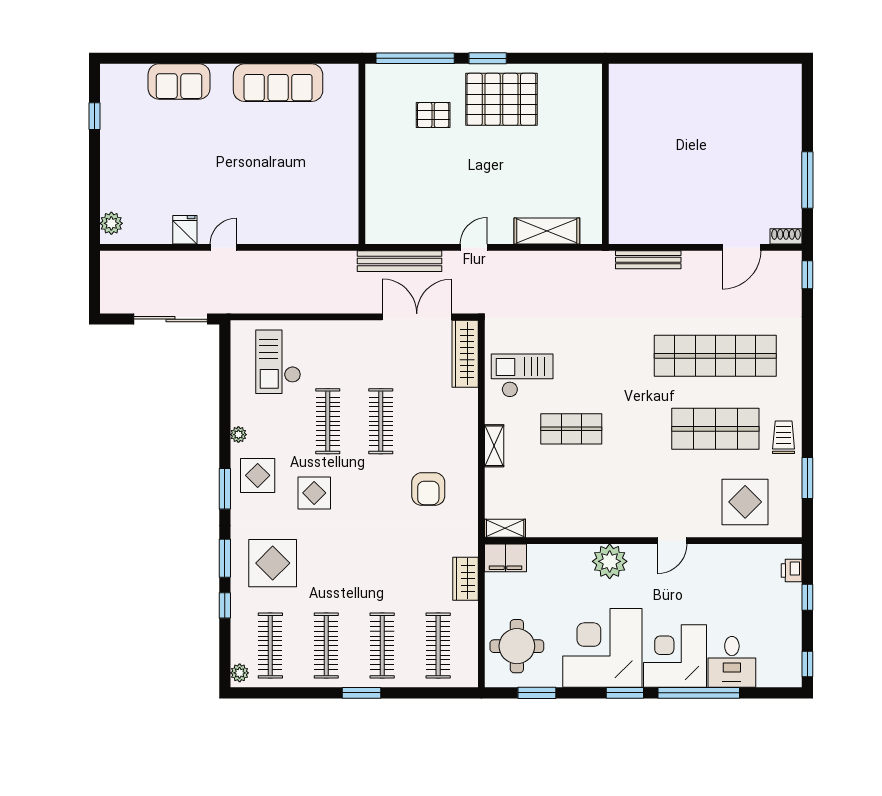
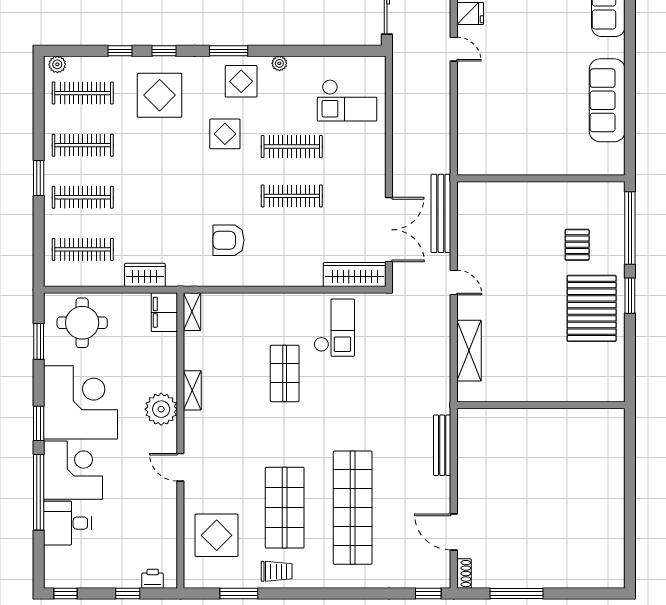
checkout: (278, 362) -> (347, 100), turned 180
shelving: (494, 446) -> (192, 390), moved, turned 90
window: (225, 558) -> (164, 51), width x0.67

